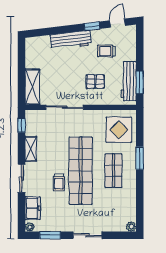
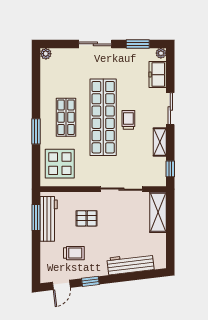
workbench: (71, 40) -> (130, 264), moved
trolley: (59, 182) -> (128, 120), moved

